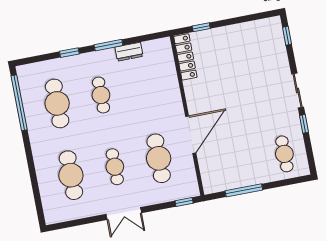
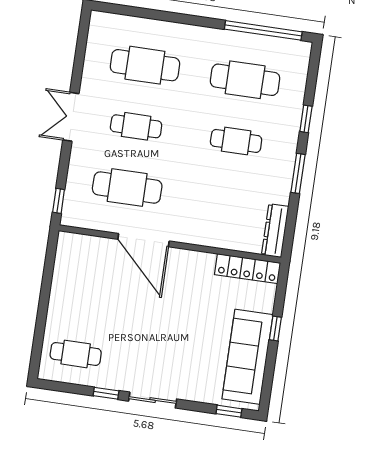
window: (201, 27) -> (275, 328), moved
sofa: (246, 36) -> (247, 357), added
dresser: (129, 52) -> (275, 231), moved, width x1.44
window: (244, 190) -> (46, 284), removed

